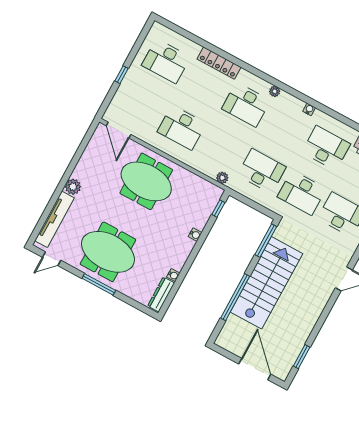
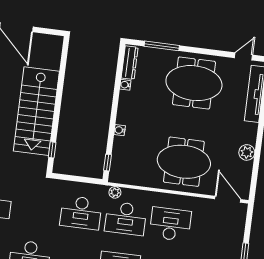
plant: (73, 187) -> (247, 152), moved
desk: (302, 193) -> (126, 218), moved, turned 180
window: (266, 241) -> (52, 150), width x0.46
window: (99, 284) -> (162, 46), moved
window: (235, 297) -> (60, 87), removed

